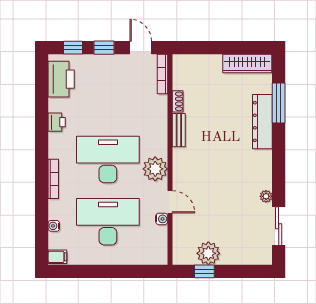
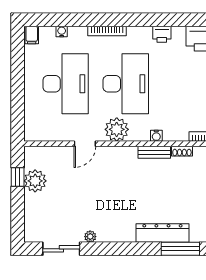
water cooler: (162, 219) -> (156, 136), moved

